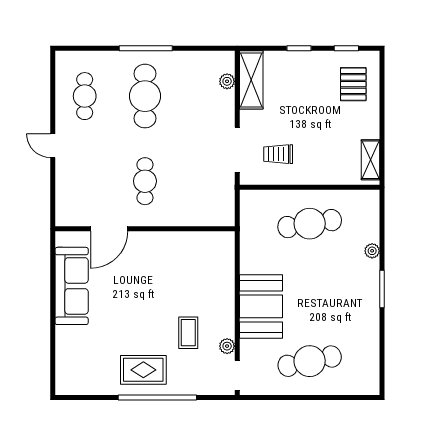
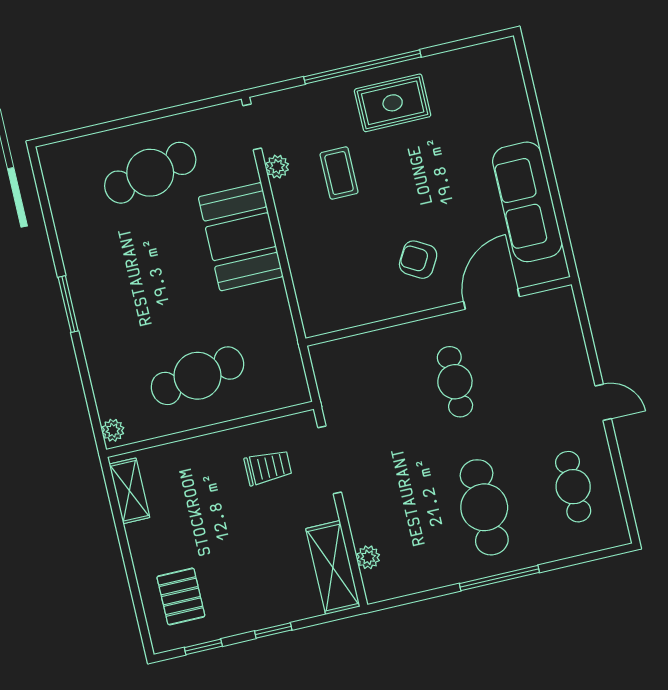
plant: (372, 251) -> (113, 430), moved
armchair: (150, 265) -> (418, 260), added

